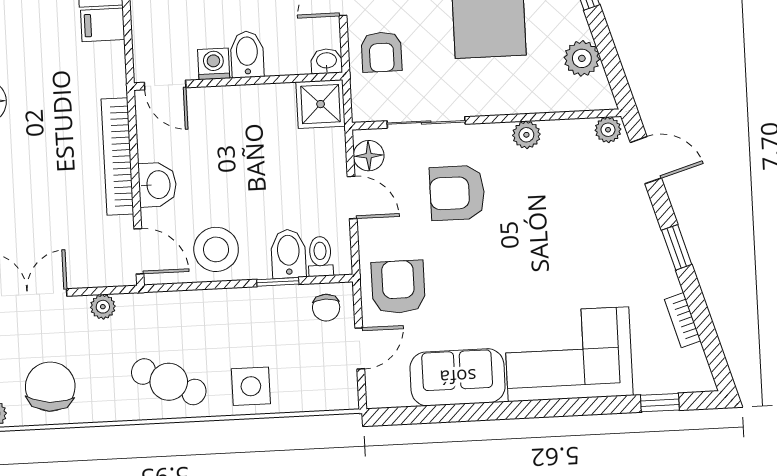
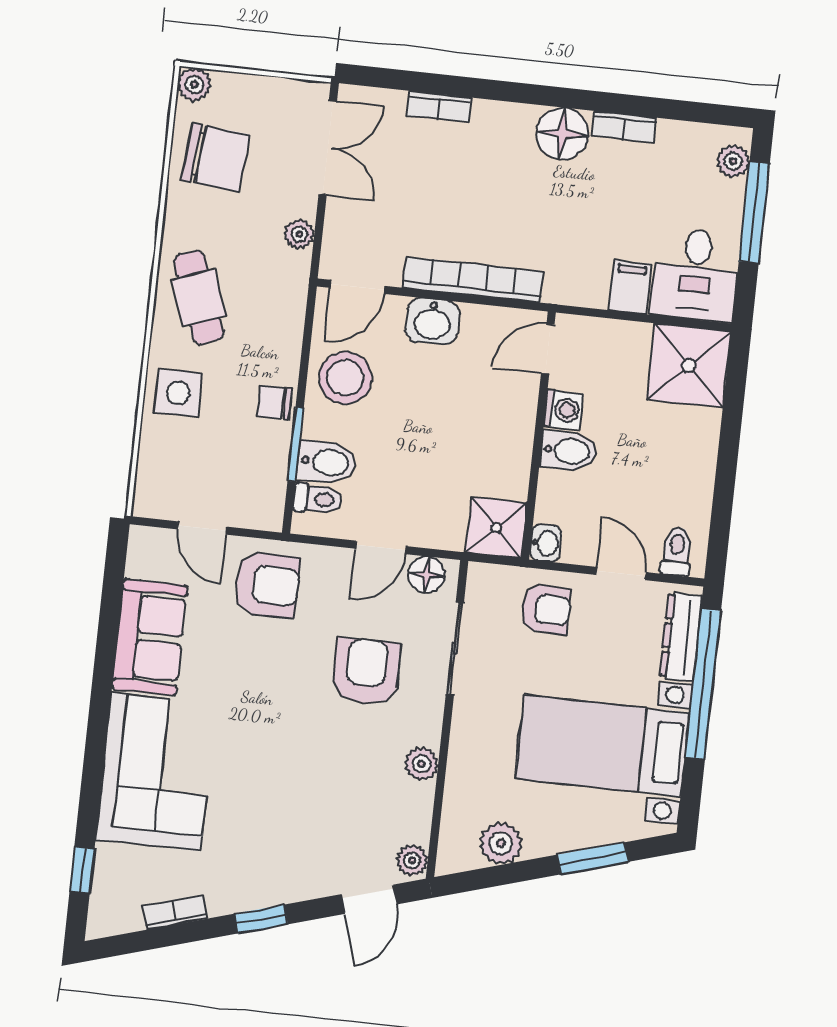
armchair: (382, 52) -> (546, 609), turned 180
window: (278, 282) -> (296, 444), width x1.50
chair: (326, 308) -> (274, 402), moved
cafe table: (169, 382) -> (199, 297), turned -45

